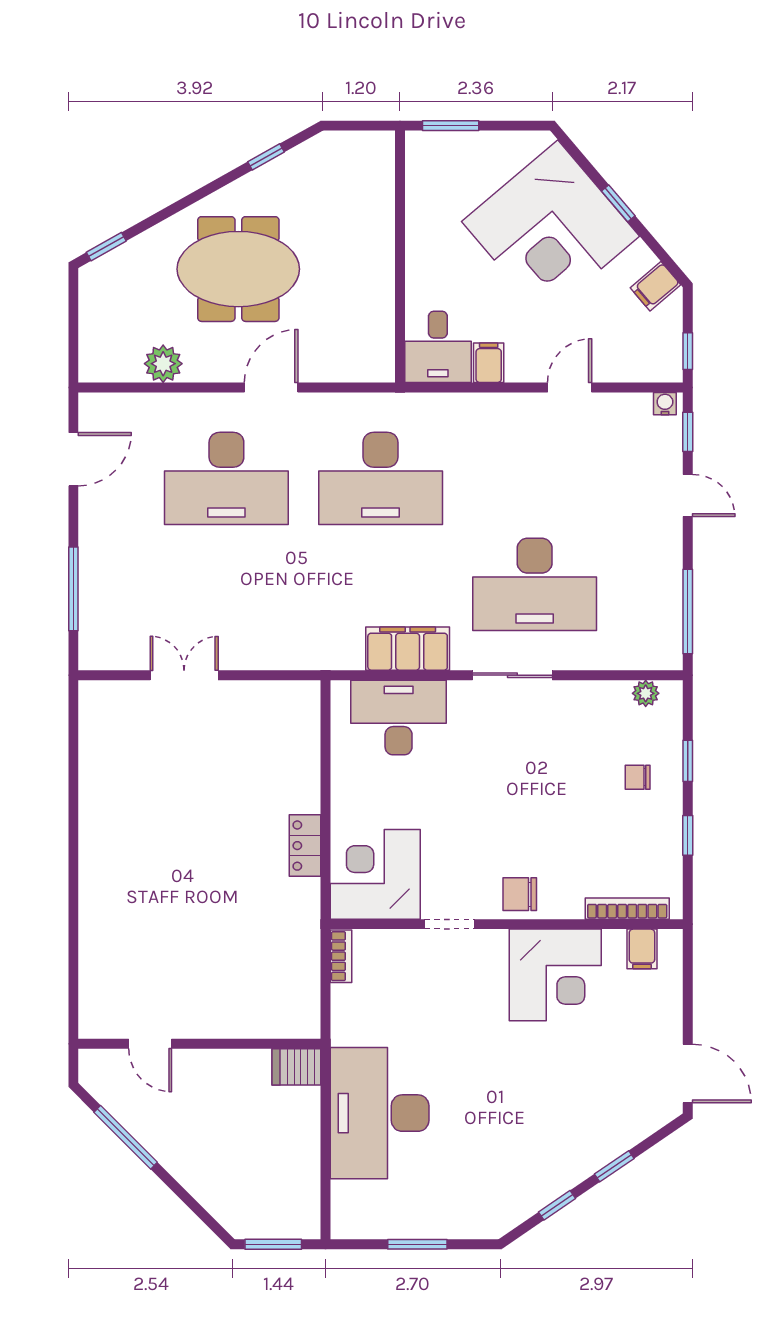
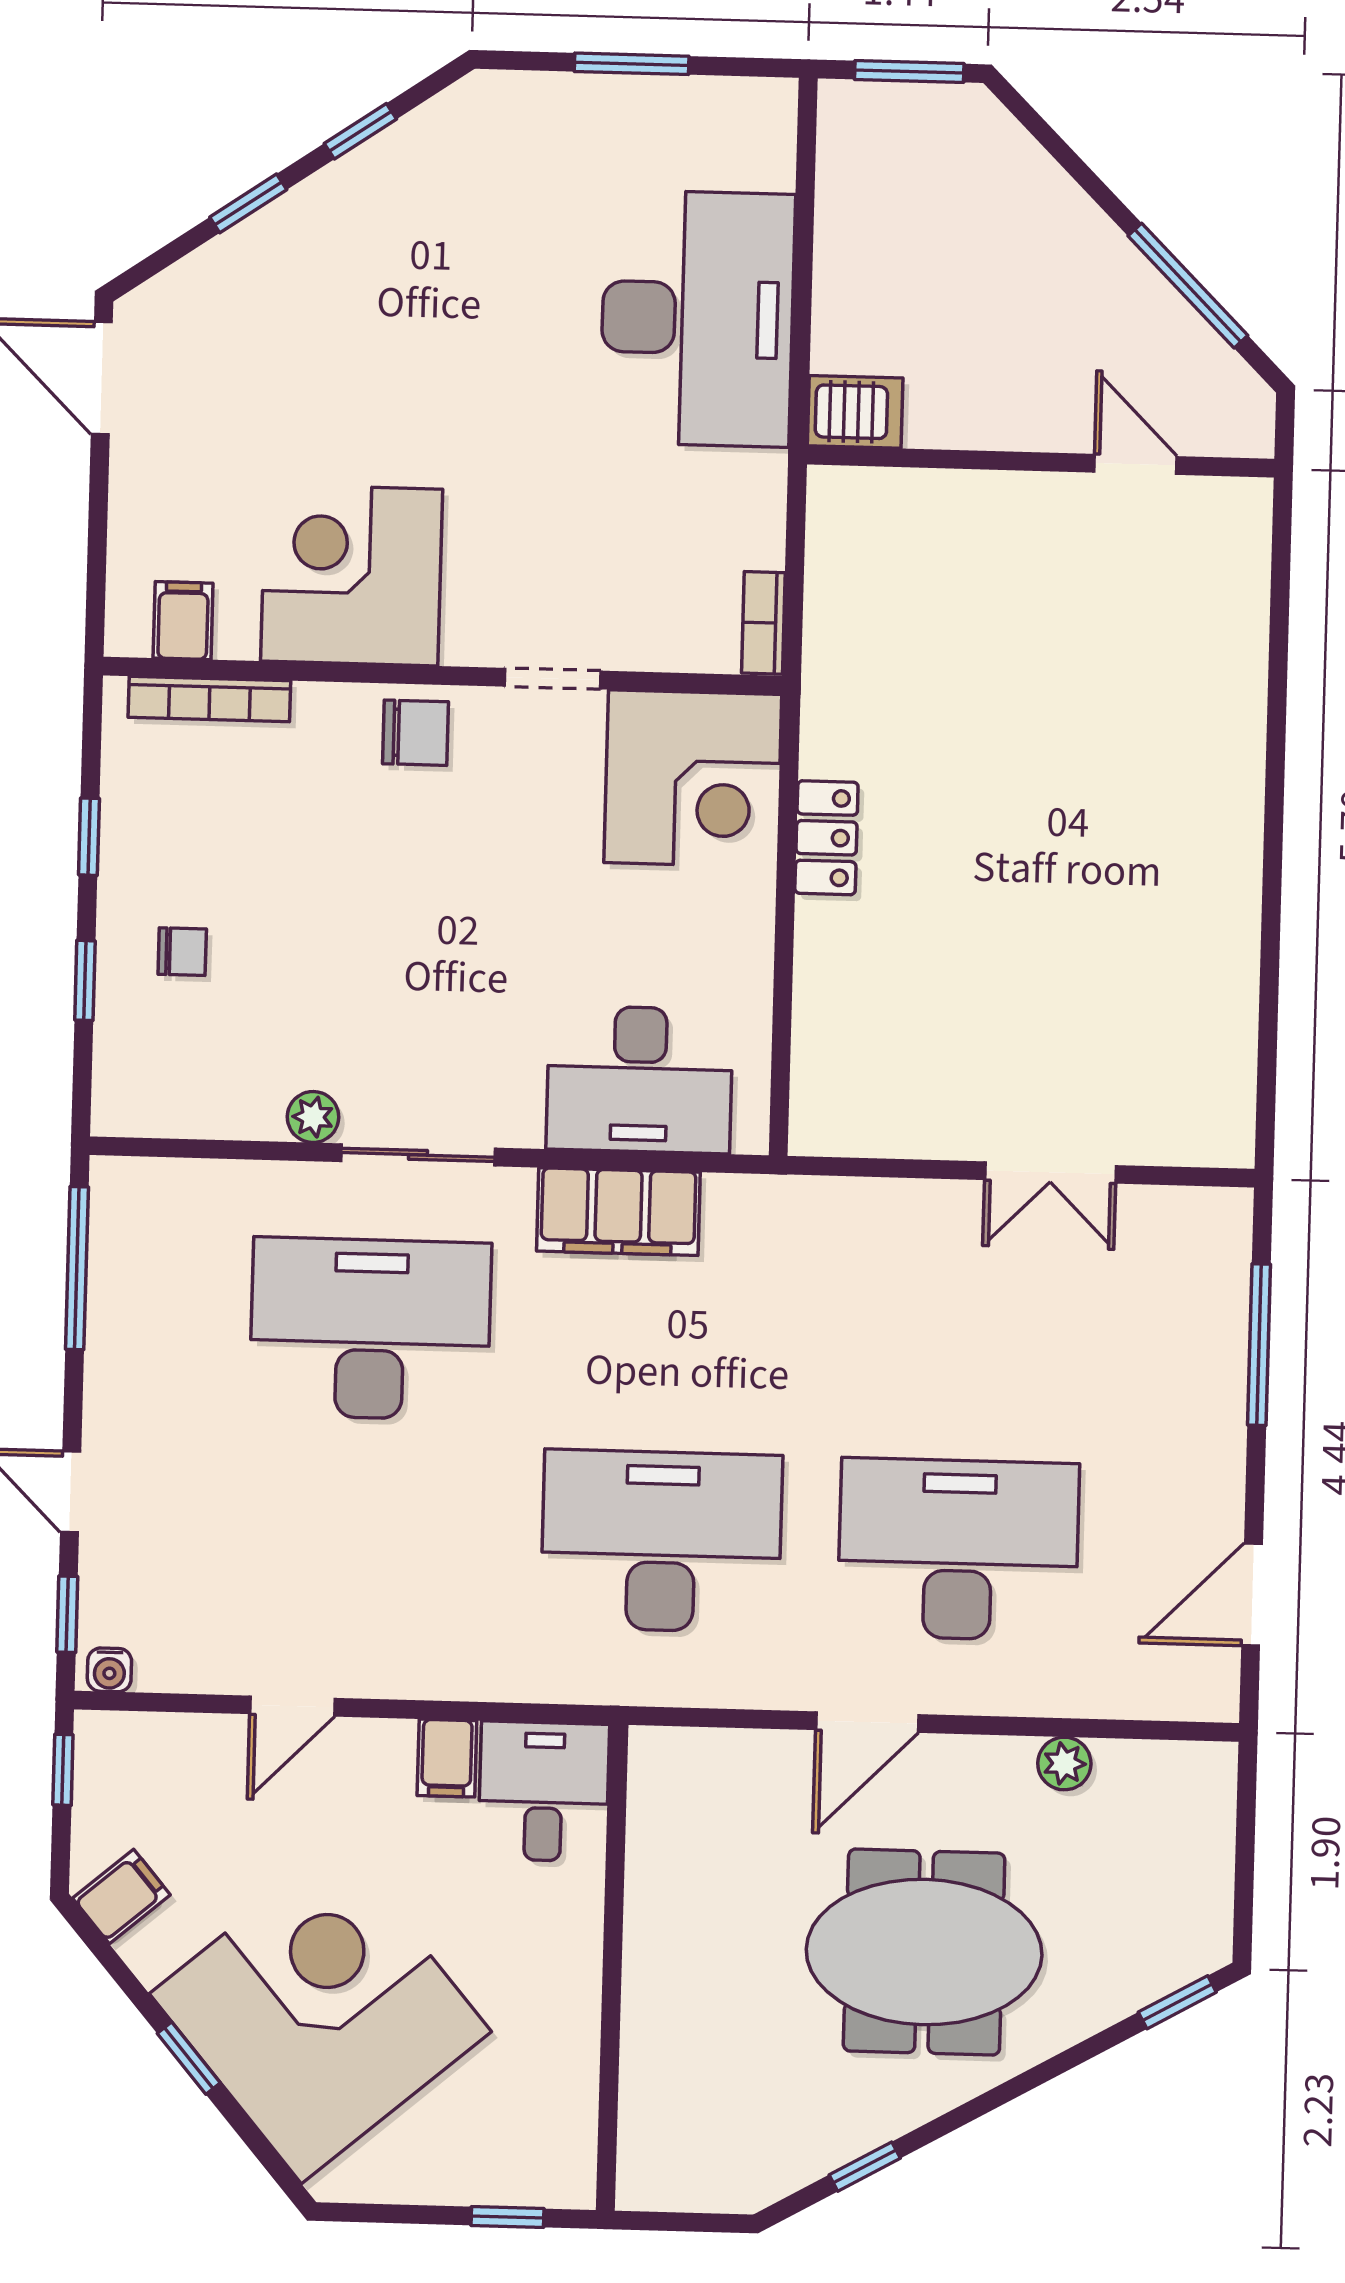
window: (451, 126) -> (507, 2217), width x0.67
plant: (163, 364) -> (1064, 1763), width x0.73, depth x0.73
plant: (646, 693) -> (313, 1117), moved

